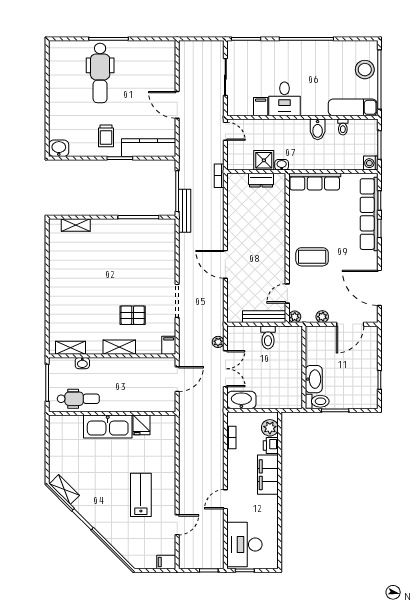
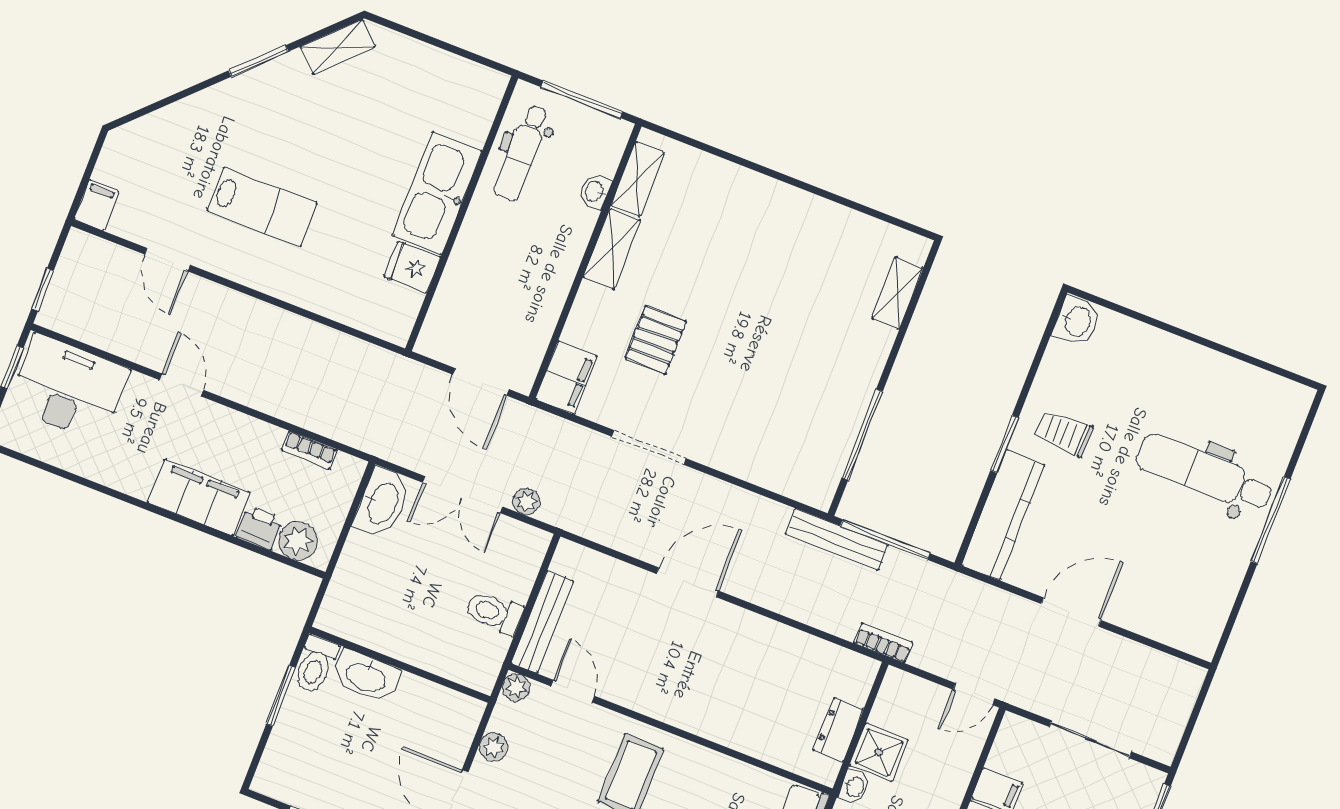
filing cabinet: (169, 345) -> (566, 378), width x2.00
shelving: (119, 347) -> (612, 249), moved

